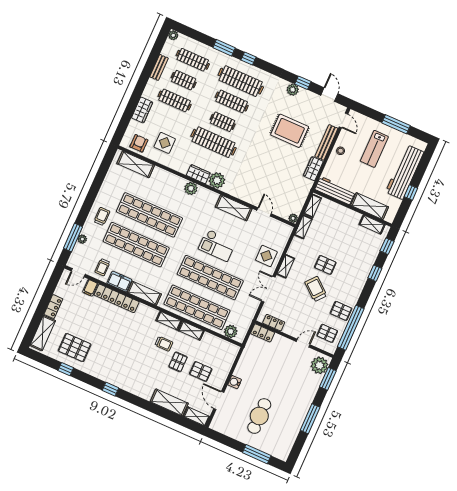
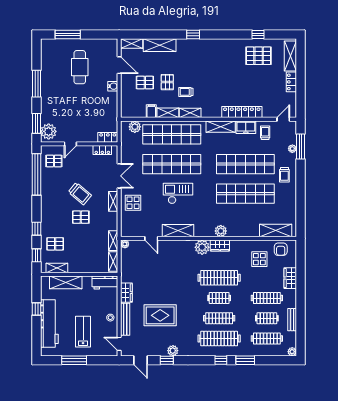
workbench: (335, 191) -> (105, 282), width x0.73
filing cabinet: (90, 288) -> (151, 111), moved
pallet: (341, 311) -> (55, 244), moved
window: (110, 389) -> (193, 35), moved

